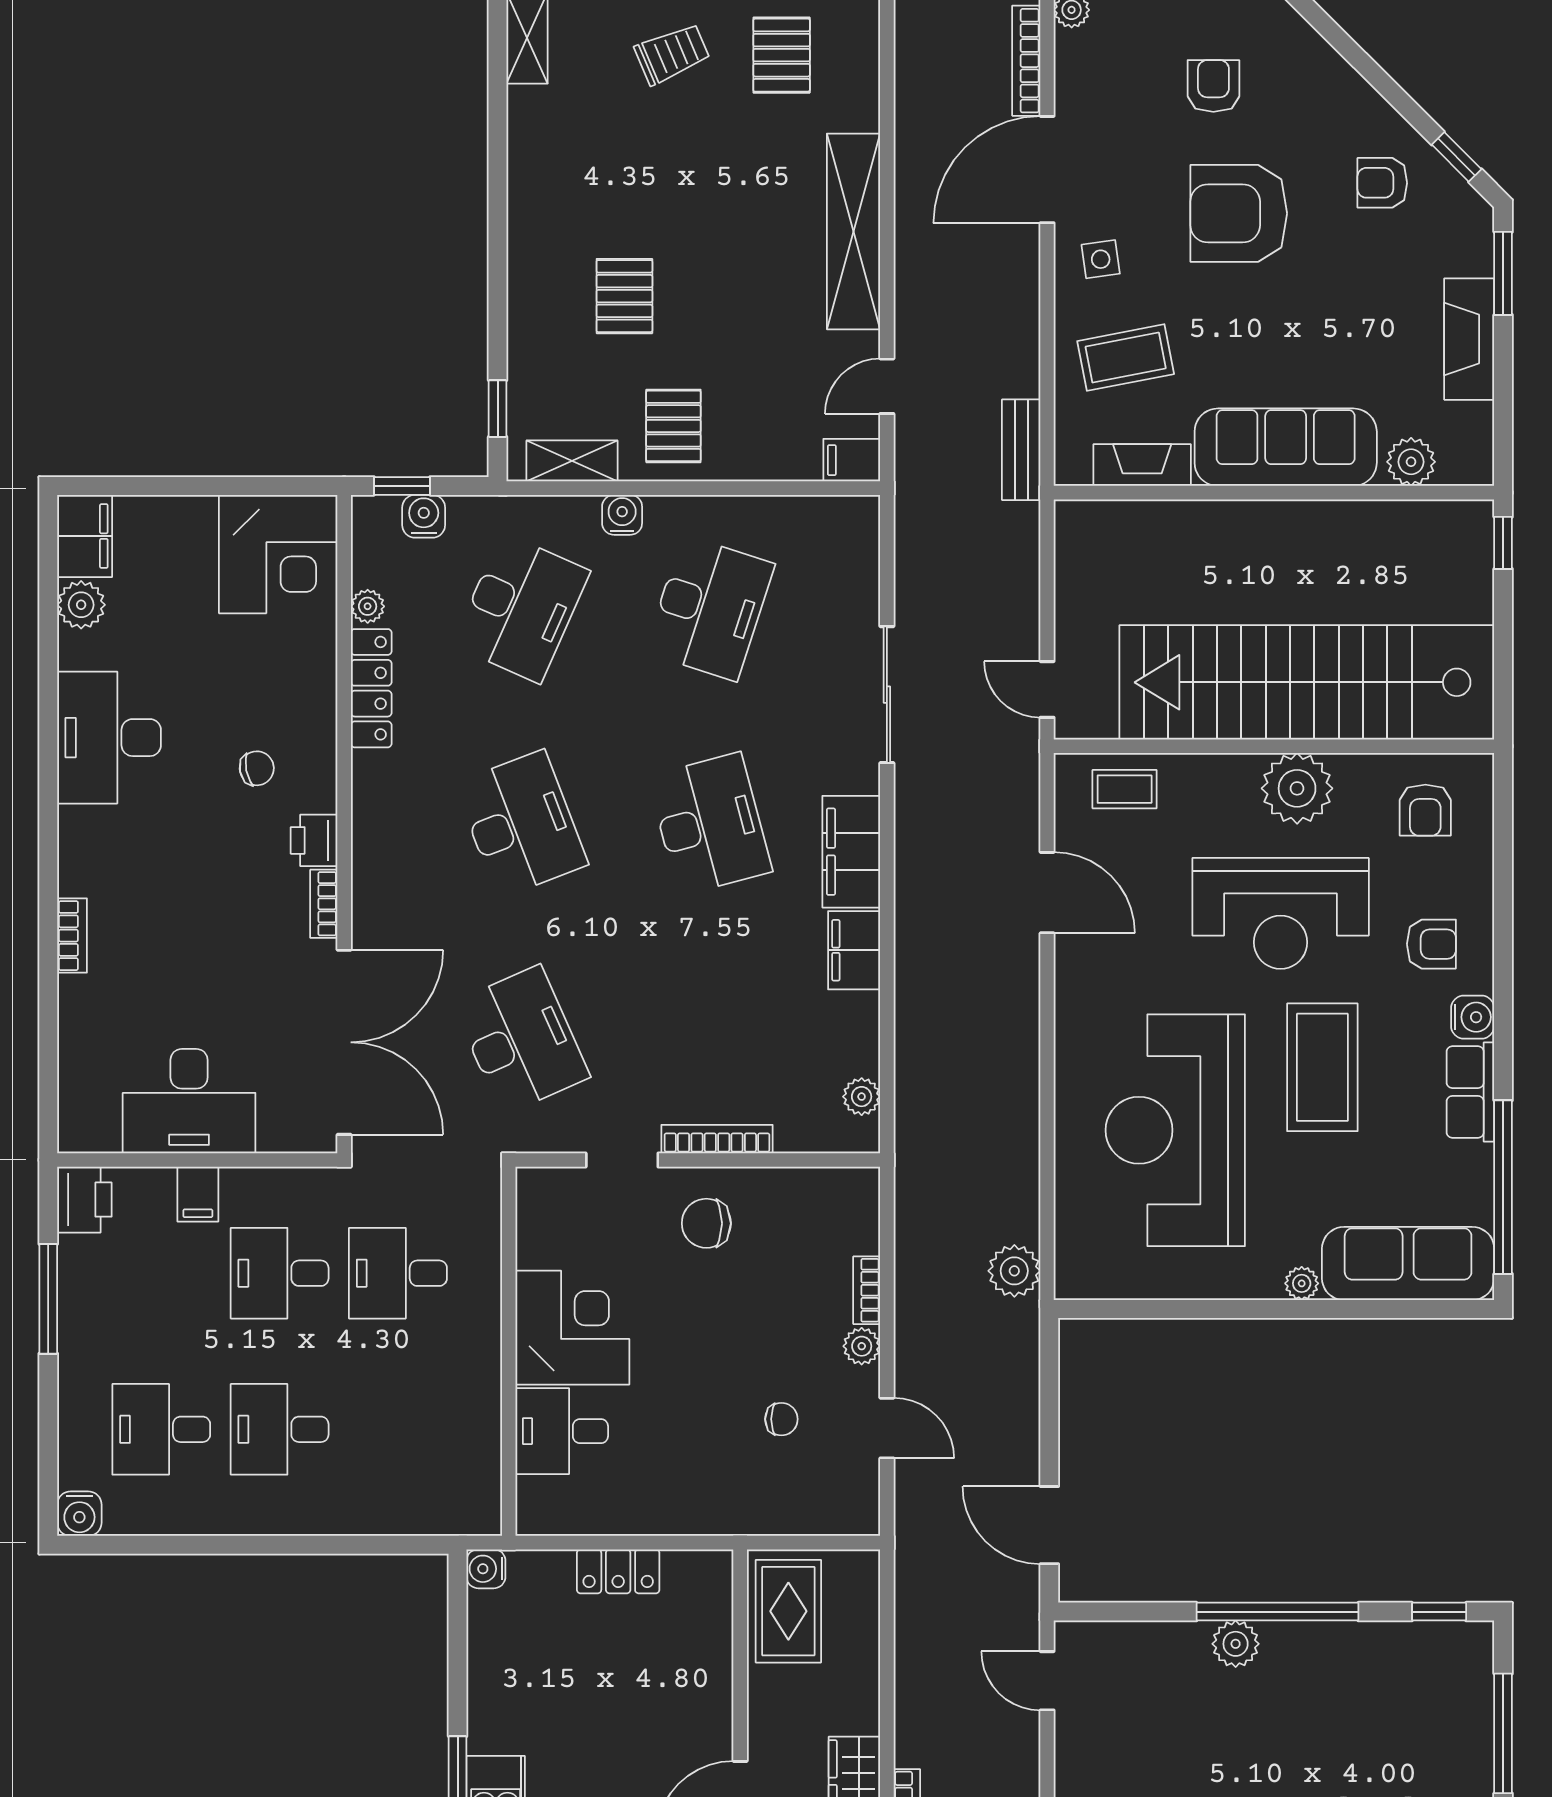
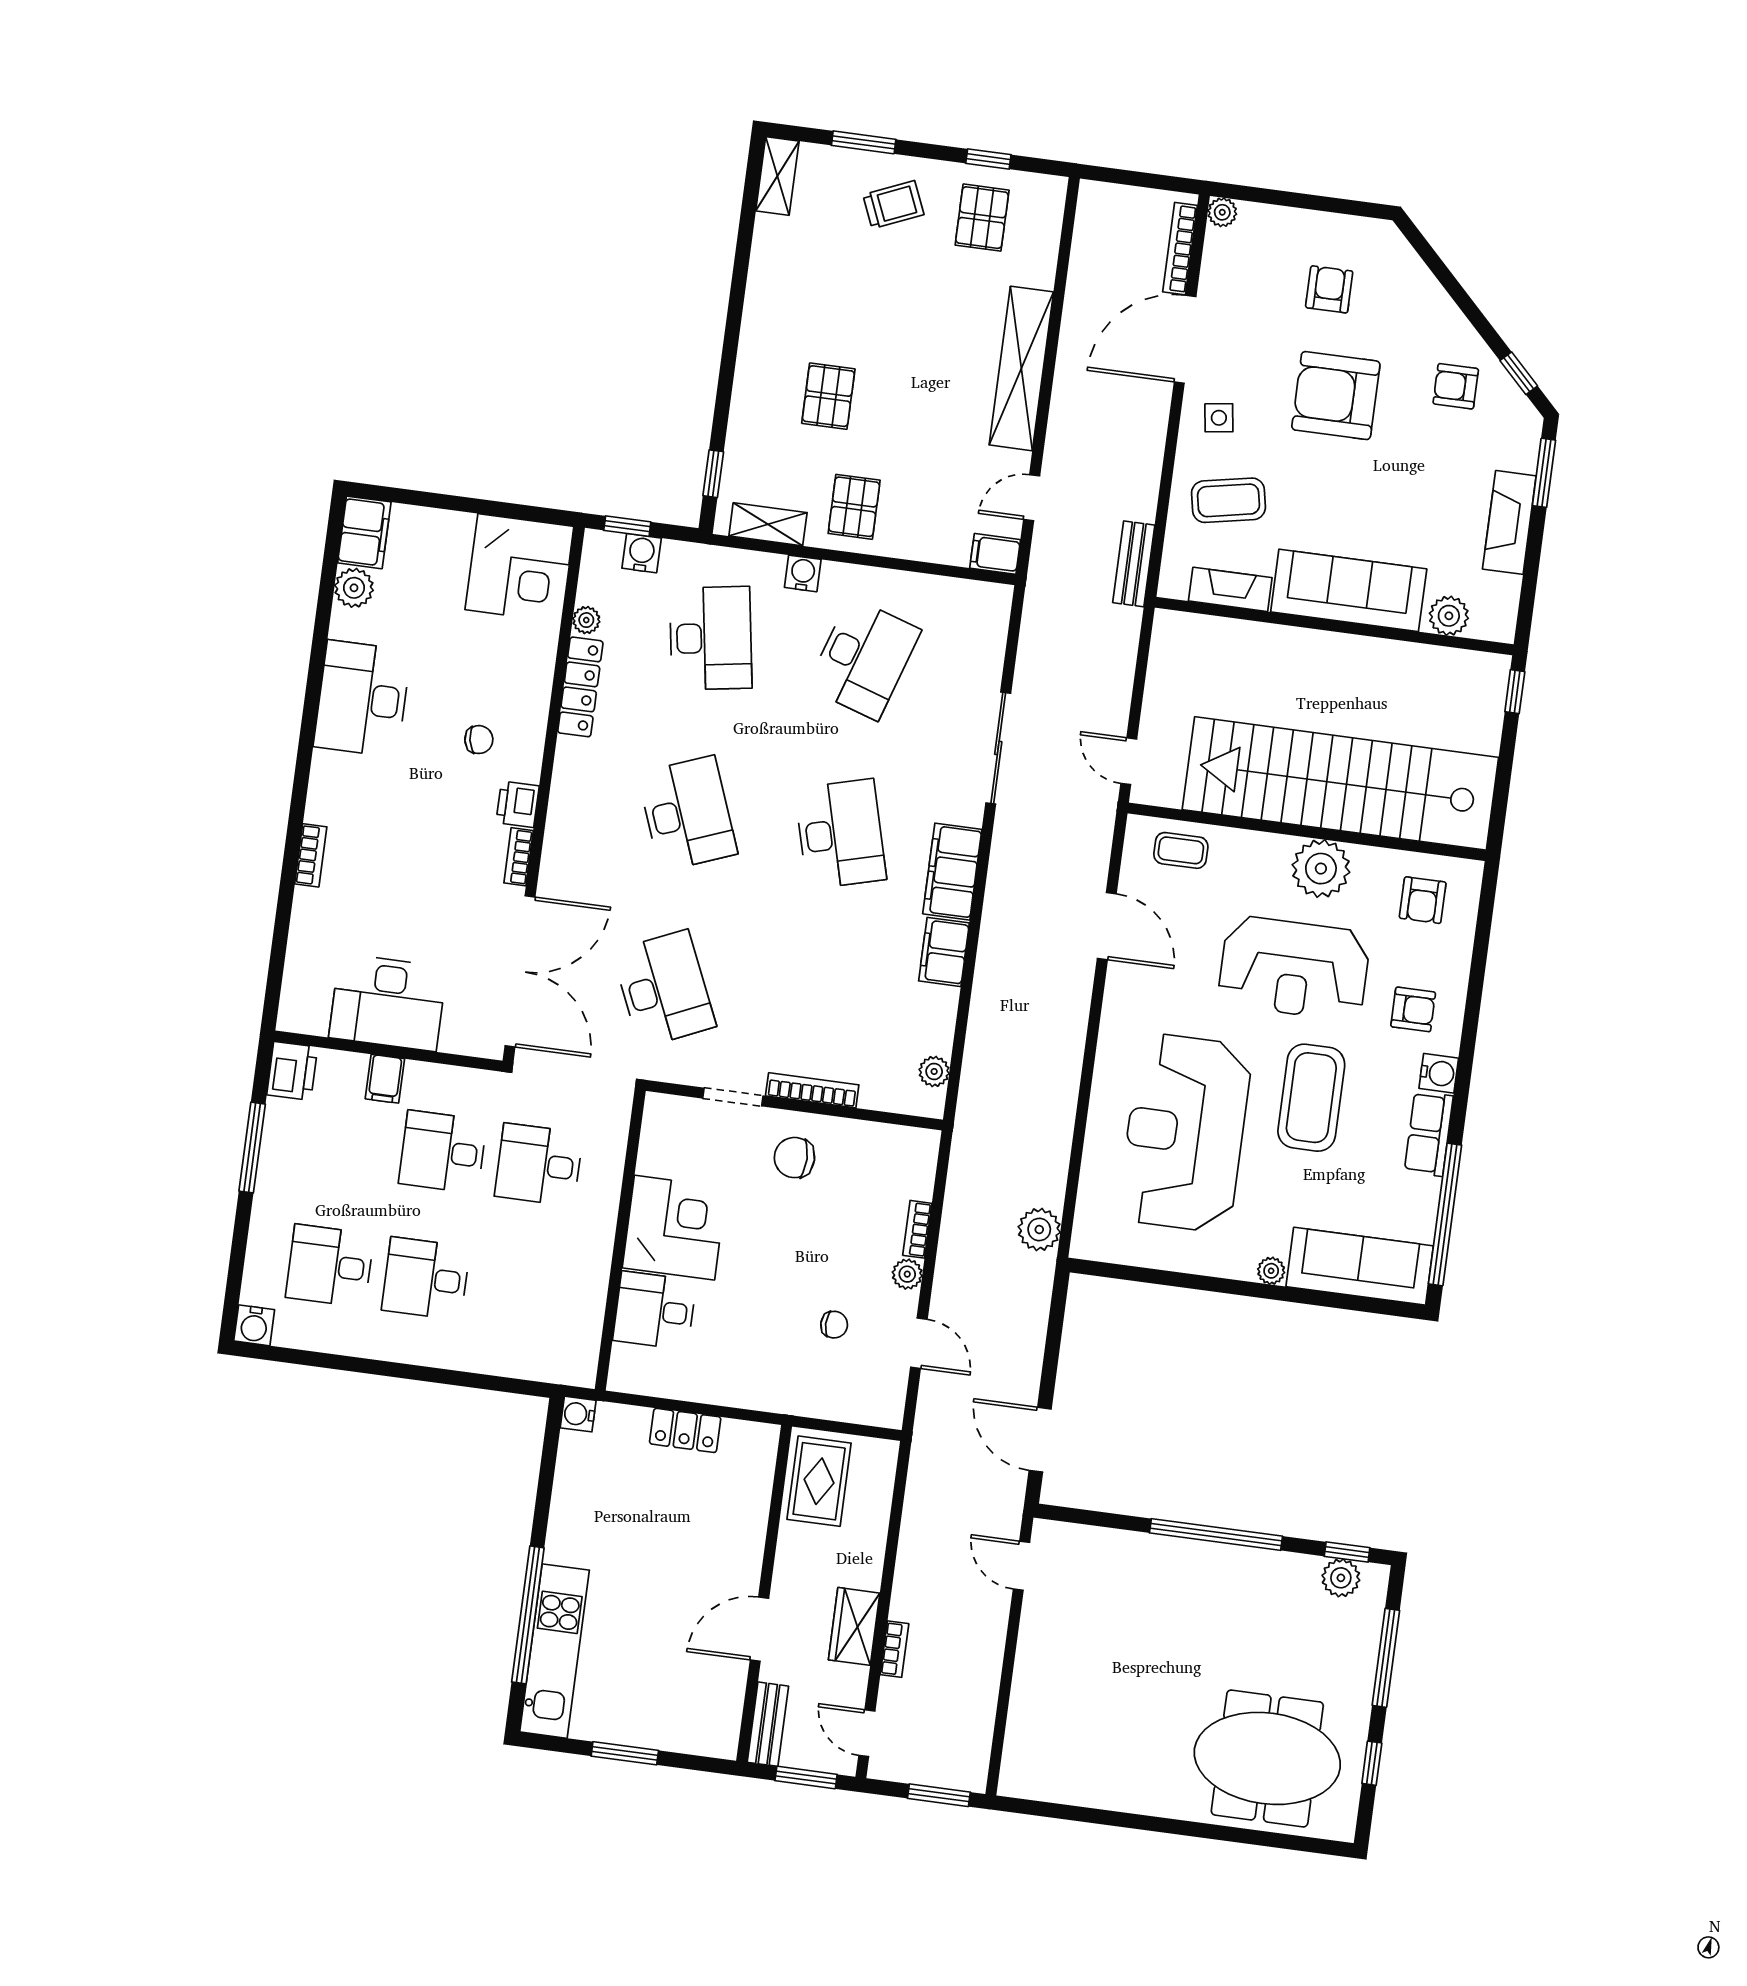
desk: (521, 608) -> (711, 638), turned -33
plant: (1236, 1644) -> (1341, 1578), moved

